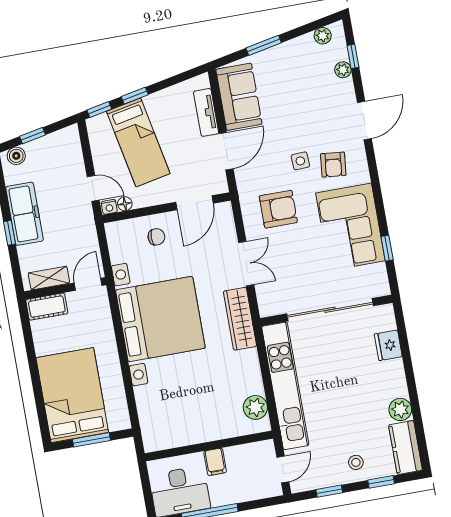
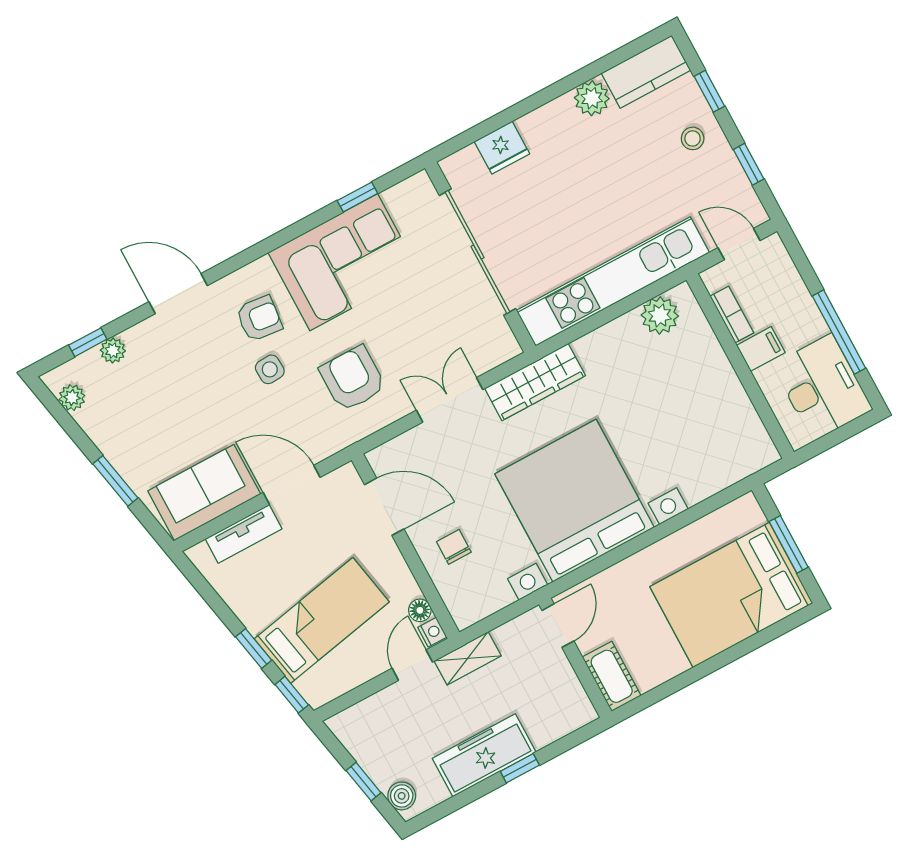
shelving: (49, 278) -> (468, 658), moved, turned 90
door: (88, 284) -> (558, 626), swing flipped
bookcase: (242, 451) -> (732, 315), added

